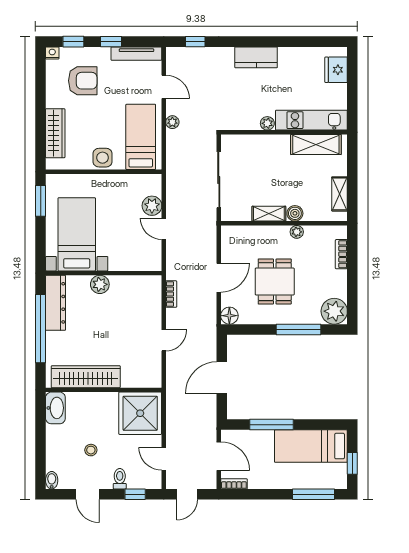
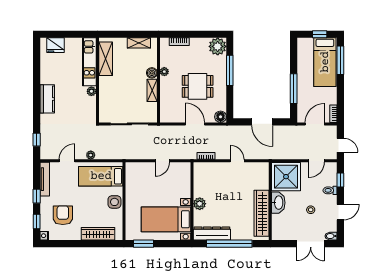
plant: (152, 206) -> (147, 169), removed
washbasin: (55, 408) -> (278, 203), moved, turned 90
bed: (311, 446) -> (325, 62), moved
double door: (41, 450) -> (311, 244), added

